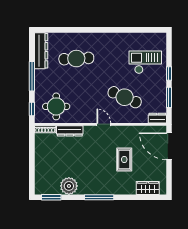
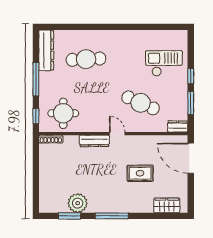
dresser: (70, 131) -> (94, 141), moved
rug: (124, 159) -> (140, 173), turned 90
window: (51, 197) -> (69, 216), moved

